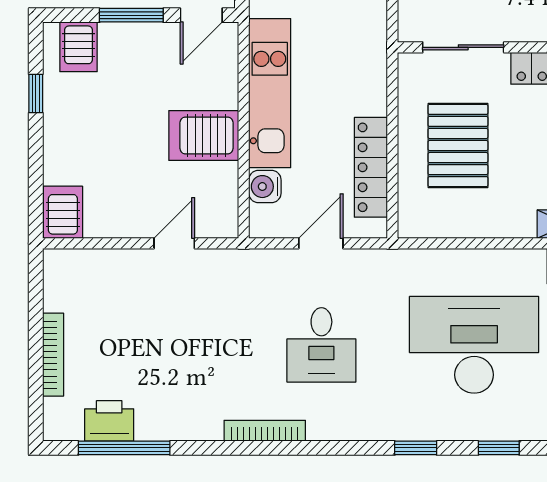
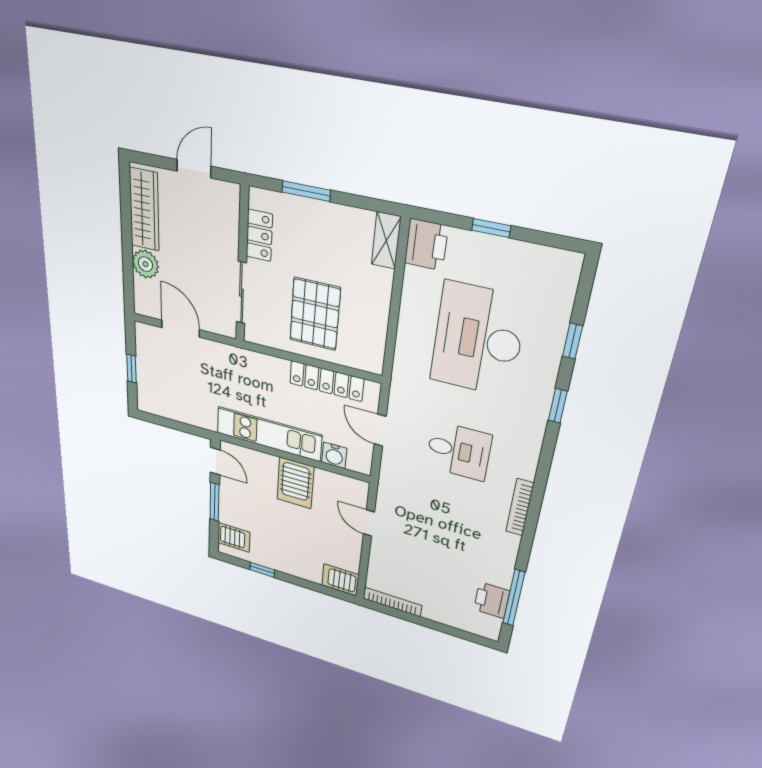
pallet: (458, 146) -> (315, 314), turned 90
bookcase: (53, 355) -> (392, 602), moved

